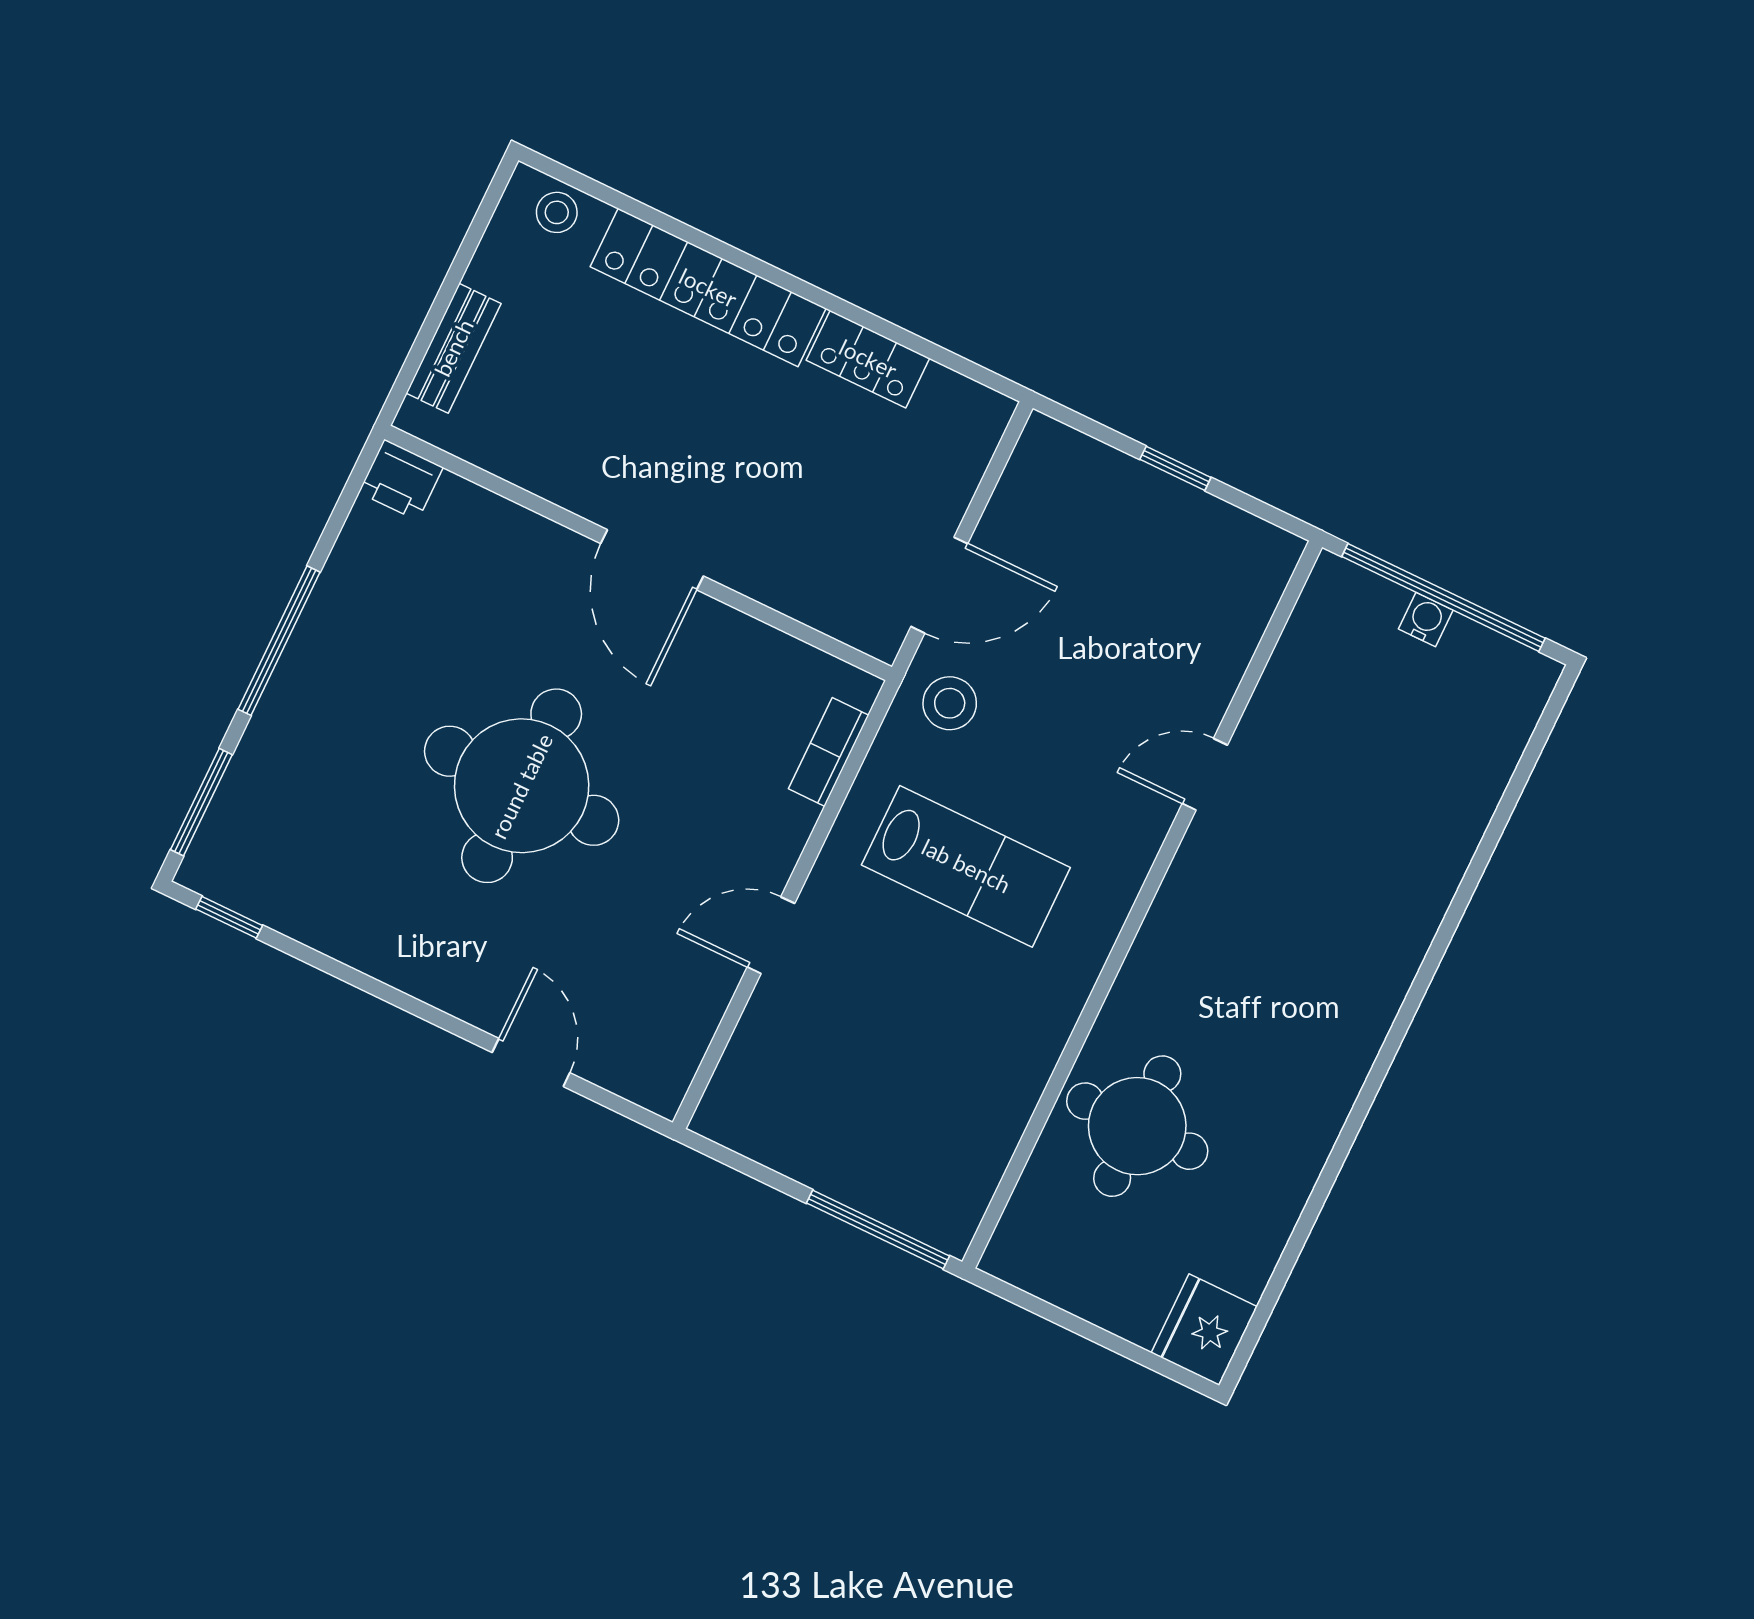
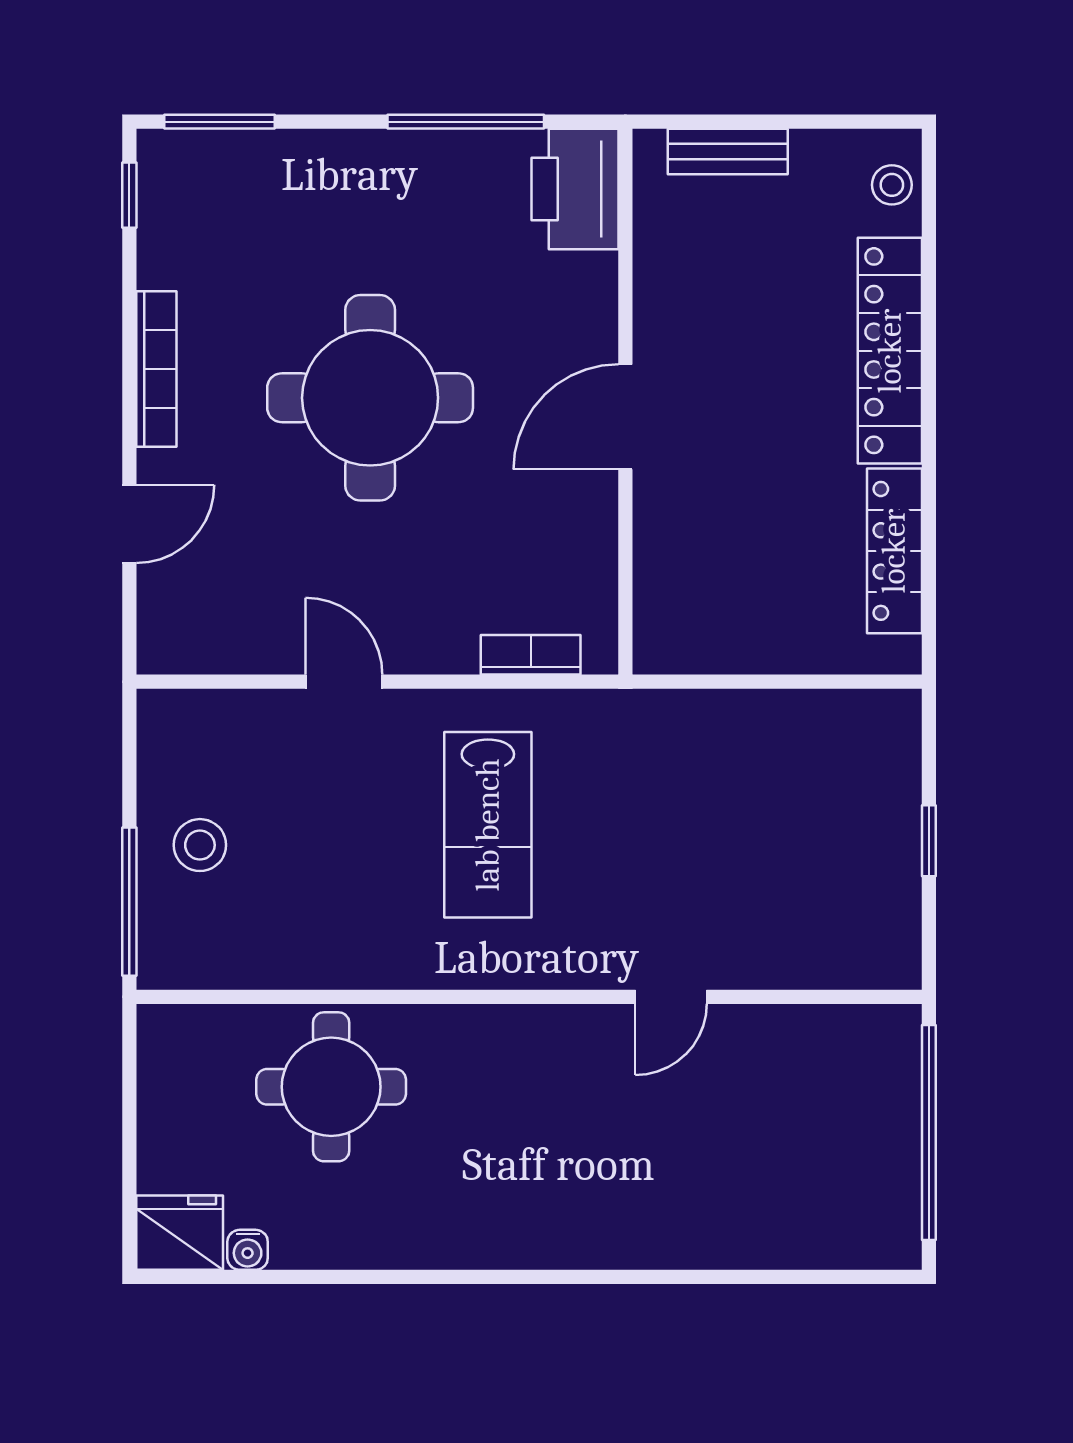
locker: (868, 359) -> (894, 551), width x1.53
printer: (401, 480) -> (575, 189), width x1.87, depth x1.48
door: (939, 585) -> (725, 682), removed
water cooler: (1426, 619) -> (248, 1250), moved, turned 90
window: (279, 641) -> (466, 122), moved
stool: (950, 703) -> (200, 845), moved
door: (1205, 774) -> (671, 997), swing flipped
bookcase: (401, 969) -> (156, 369), added

